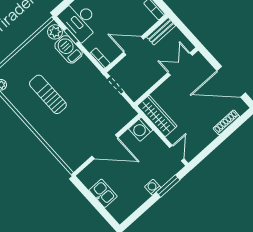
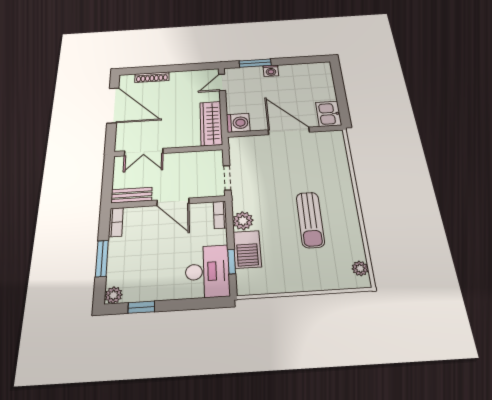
plant: (55, 32) -> (243, 221), moved
kitchen sink: (103, 193) -> (329, 114), moved

